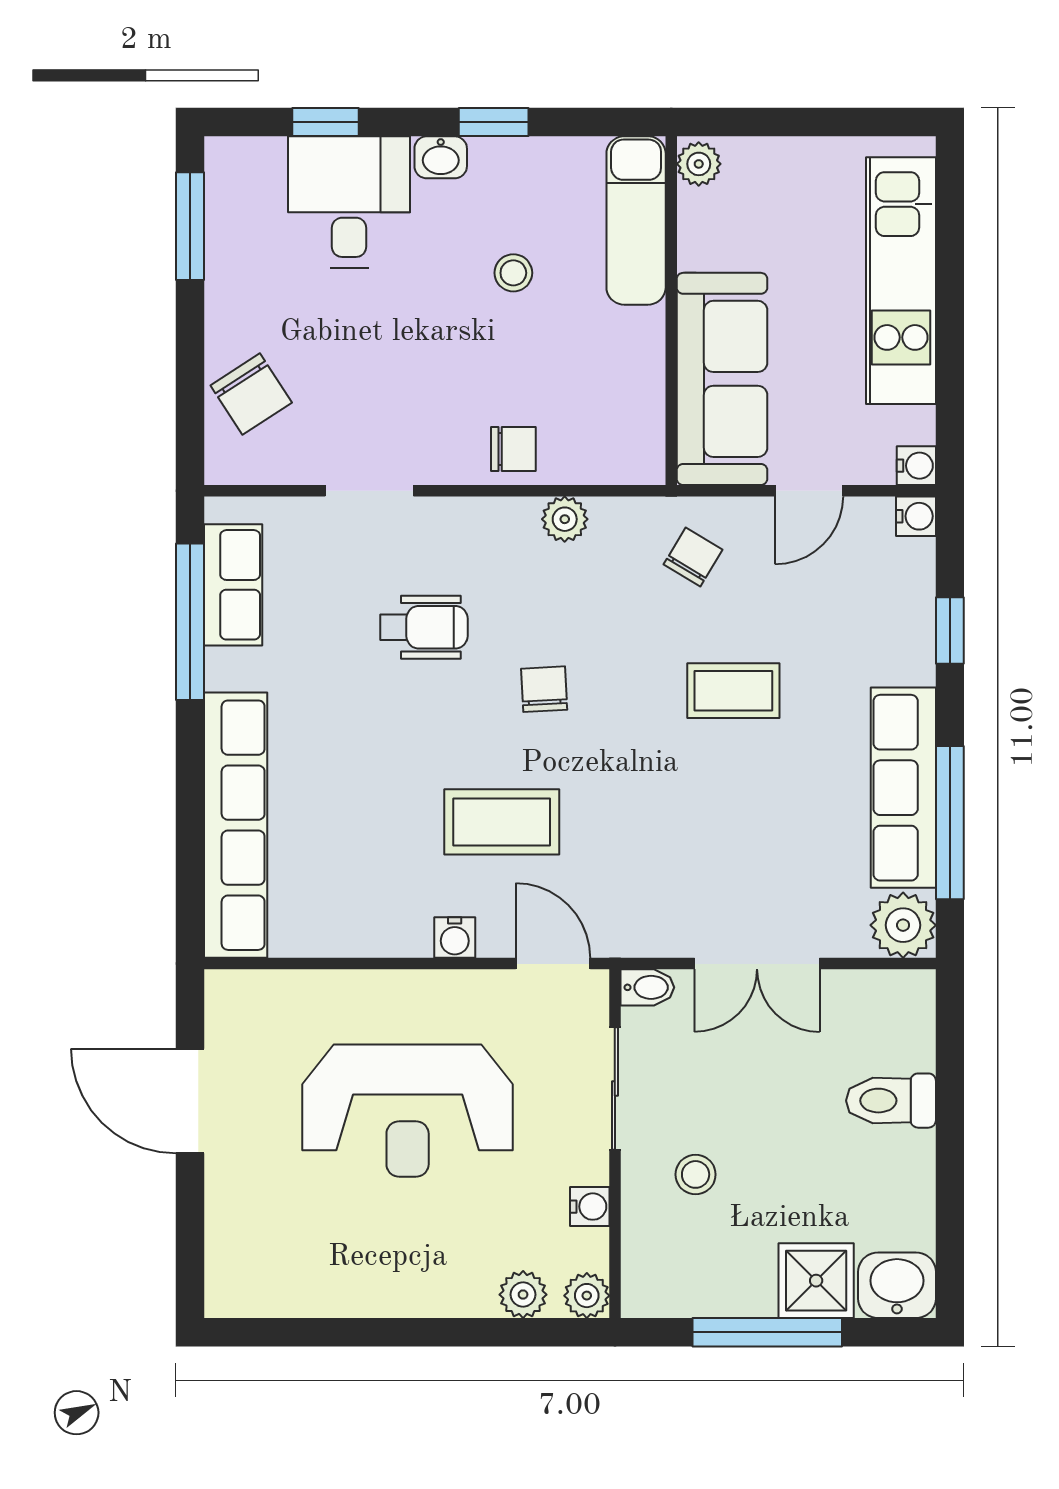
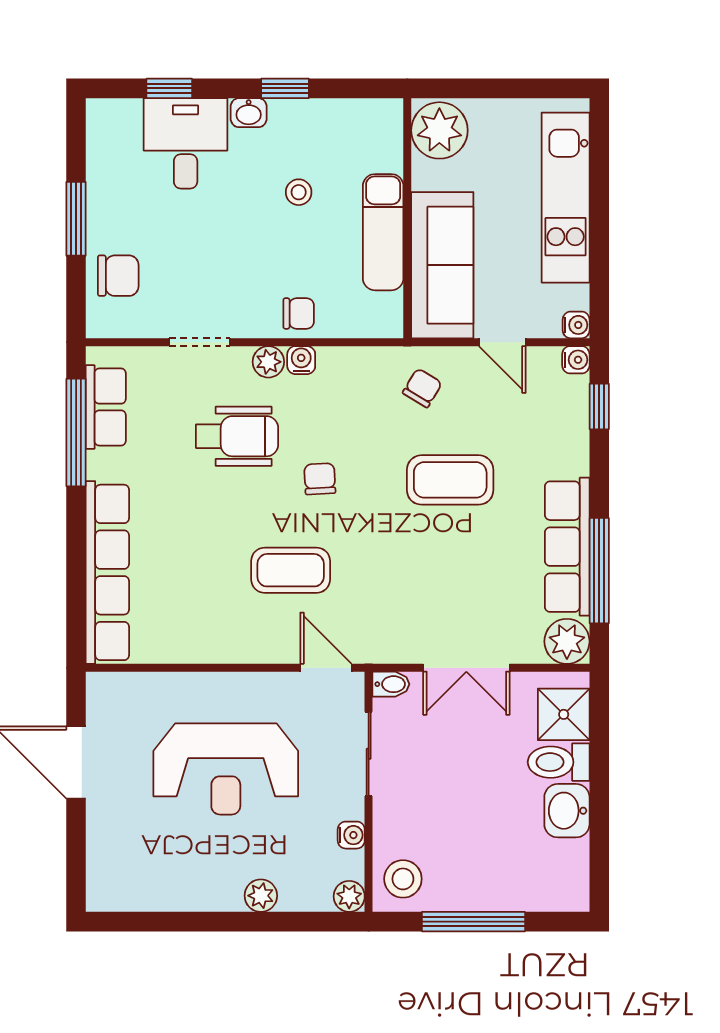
plant: (699, 164) -> (439, 130), width x1.87, depth x1.87
exam couch: (636, 220) -> (383, 232), moved
window: (190, 226) -> (76, 219), moved
chair: (251, 394) -> (118, 276), turned -57
door: (809, 491) -> (502, 342), hinge flipped
plant: (565, 519) -> (268, 362), moved
wheelchair: (424, 627) -> (237, 436), width x1.36, depth x1.37
window: (950, 630) -> (599, 407), moved
coffee table: (733, 691) -> (450, 480), width x1.36, depth x1.30
water cooler: (455, 938) -> (301, 360), moved, turned 180
stool: (696, 1174) -> (403, 879), moved, width x1.37, depth x1.37
shower: (816, 1281) -> (564, 714), moved
washbasin: (897, 1285) -> (567, 811), moved, turned -90
plant: (523, 1295) -> (261, 896), moved

